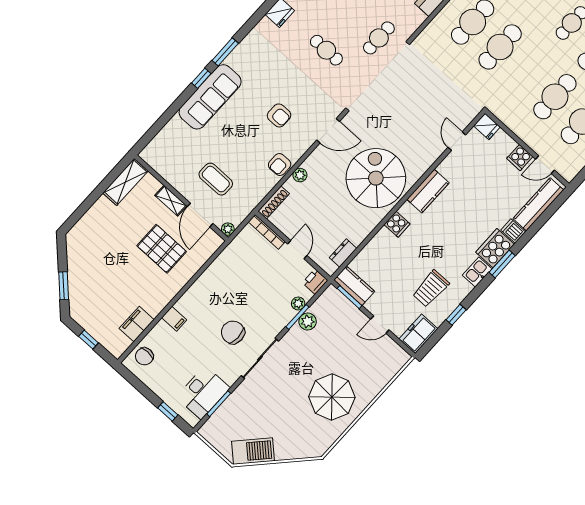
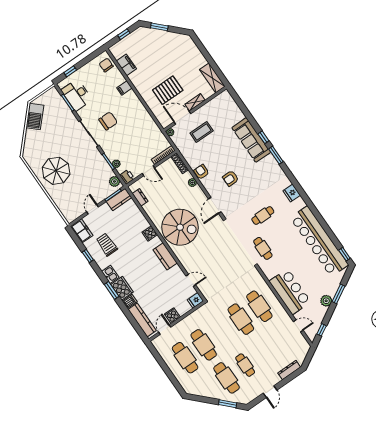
plant: (308, 322) -> (114, 181), moved

